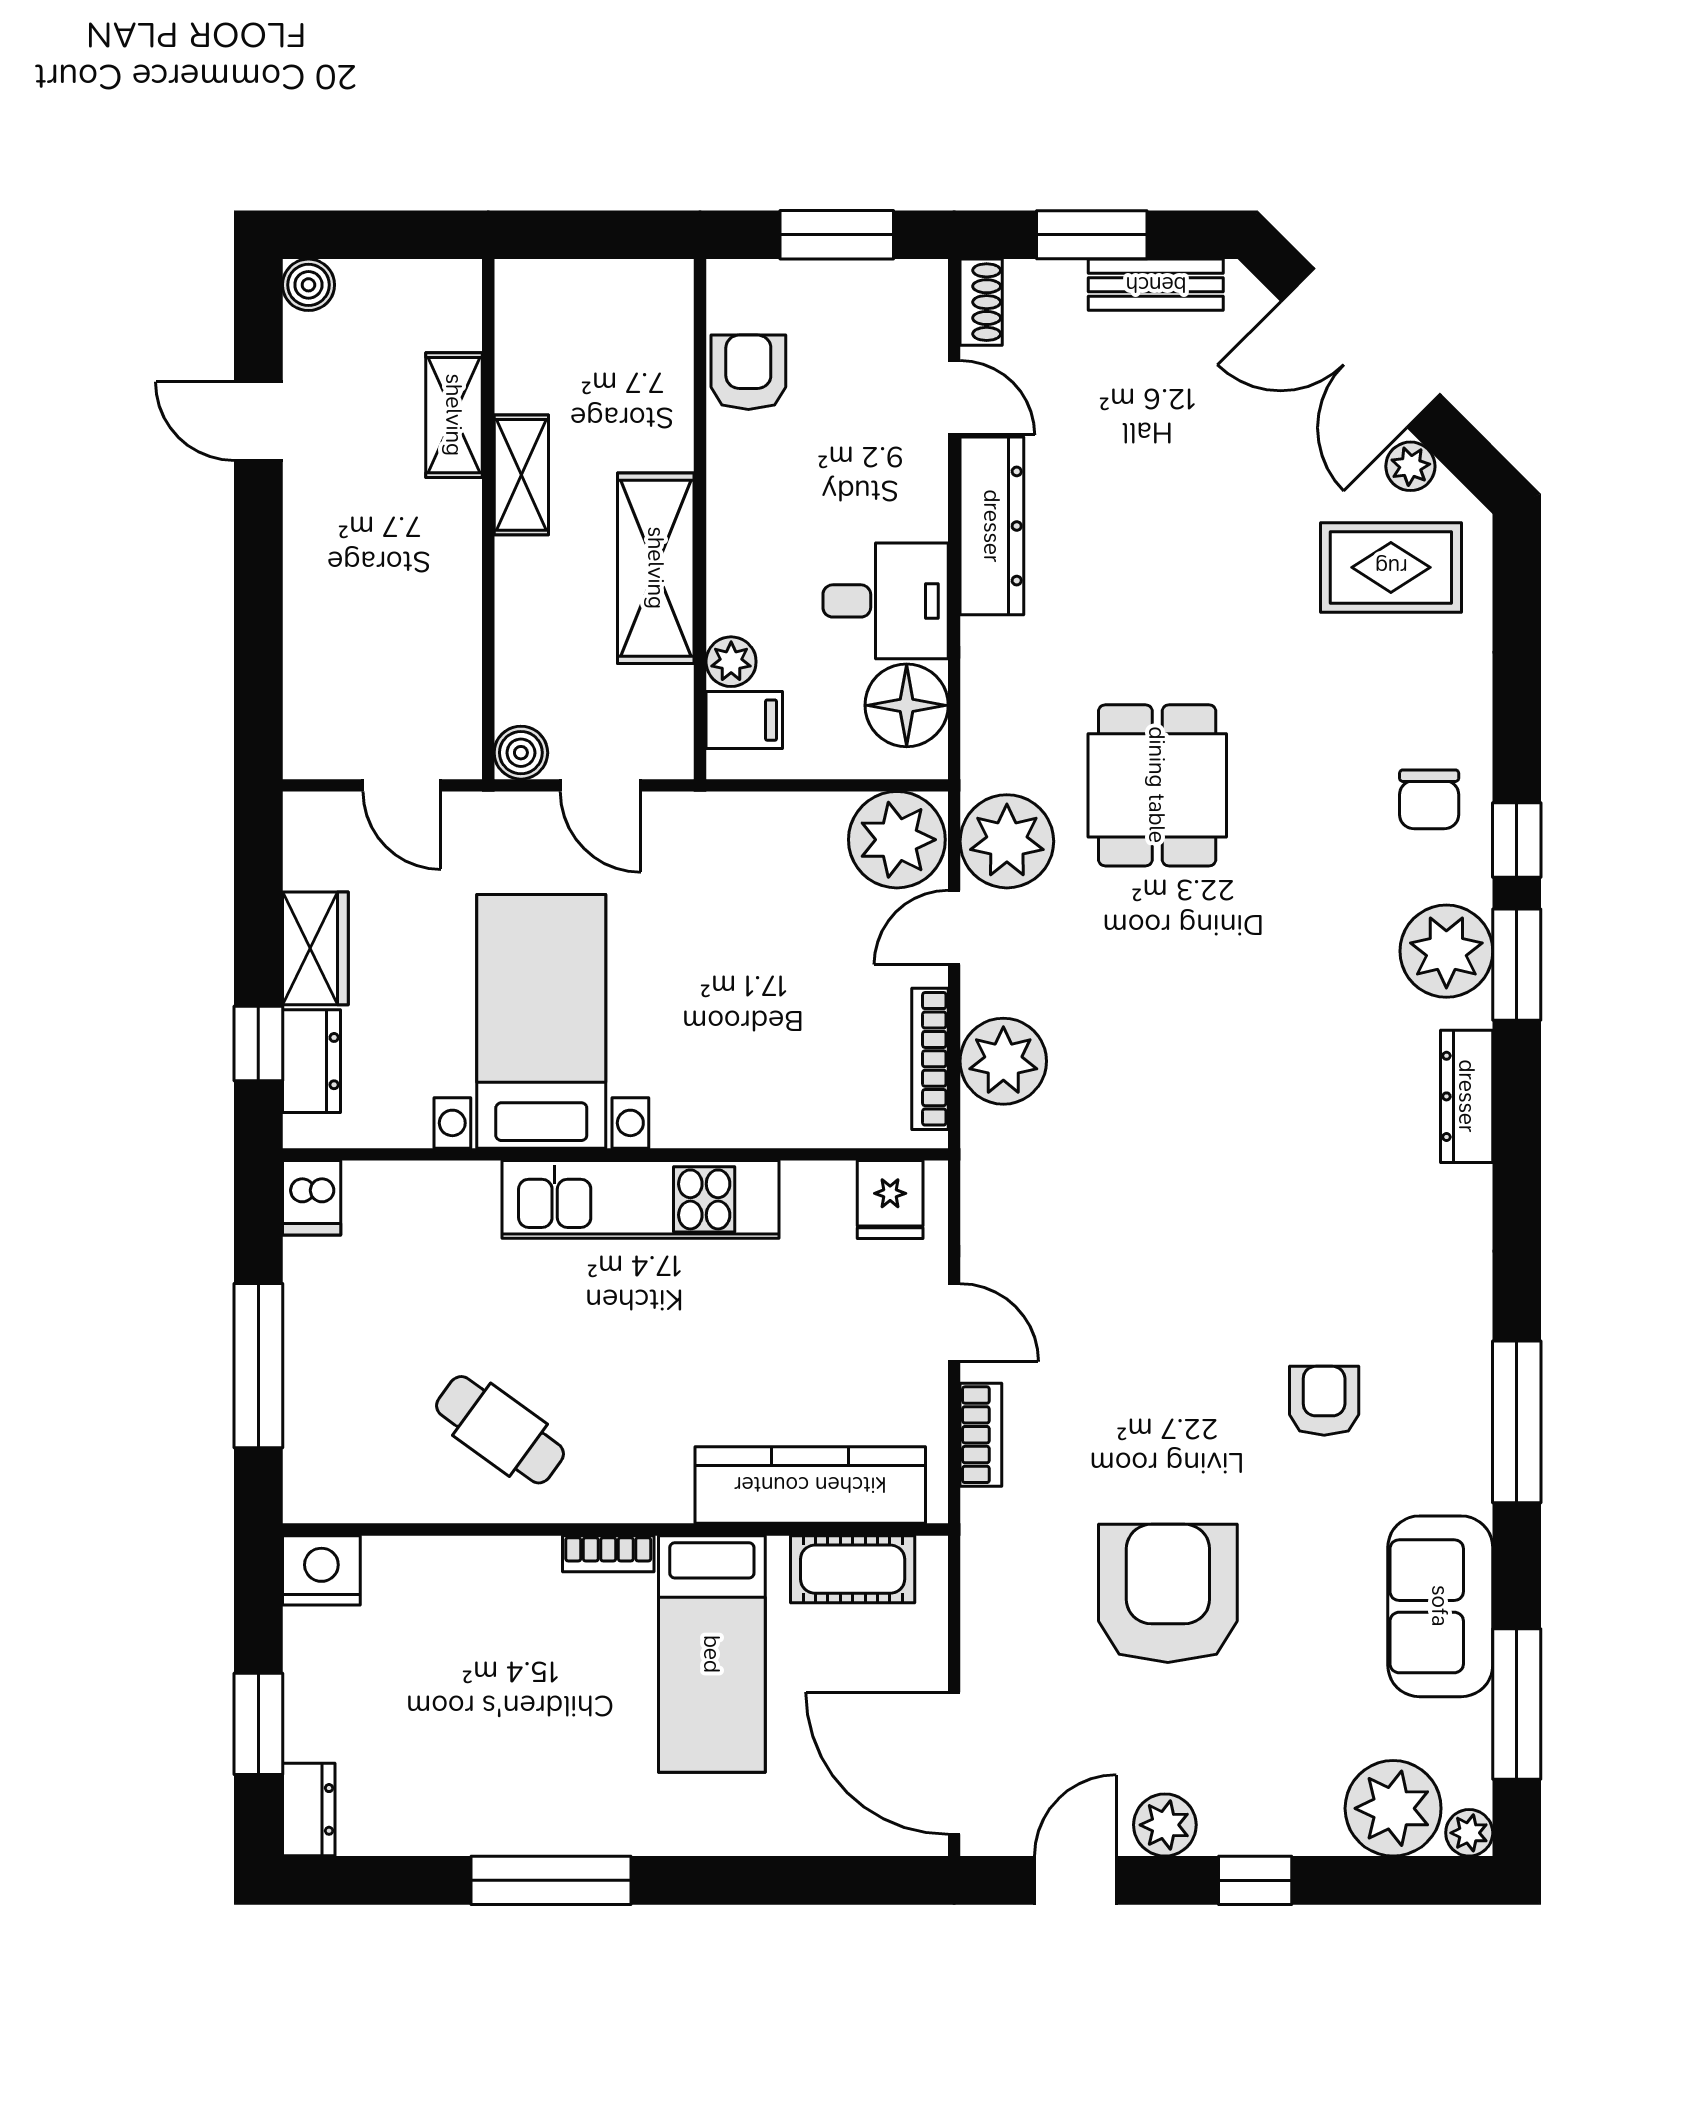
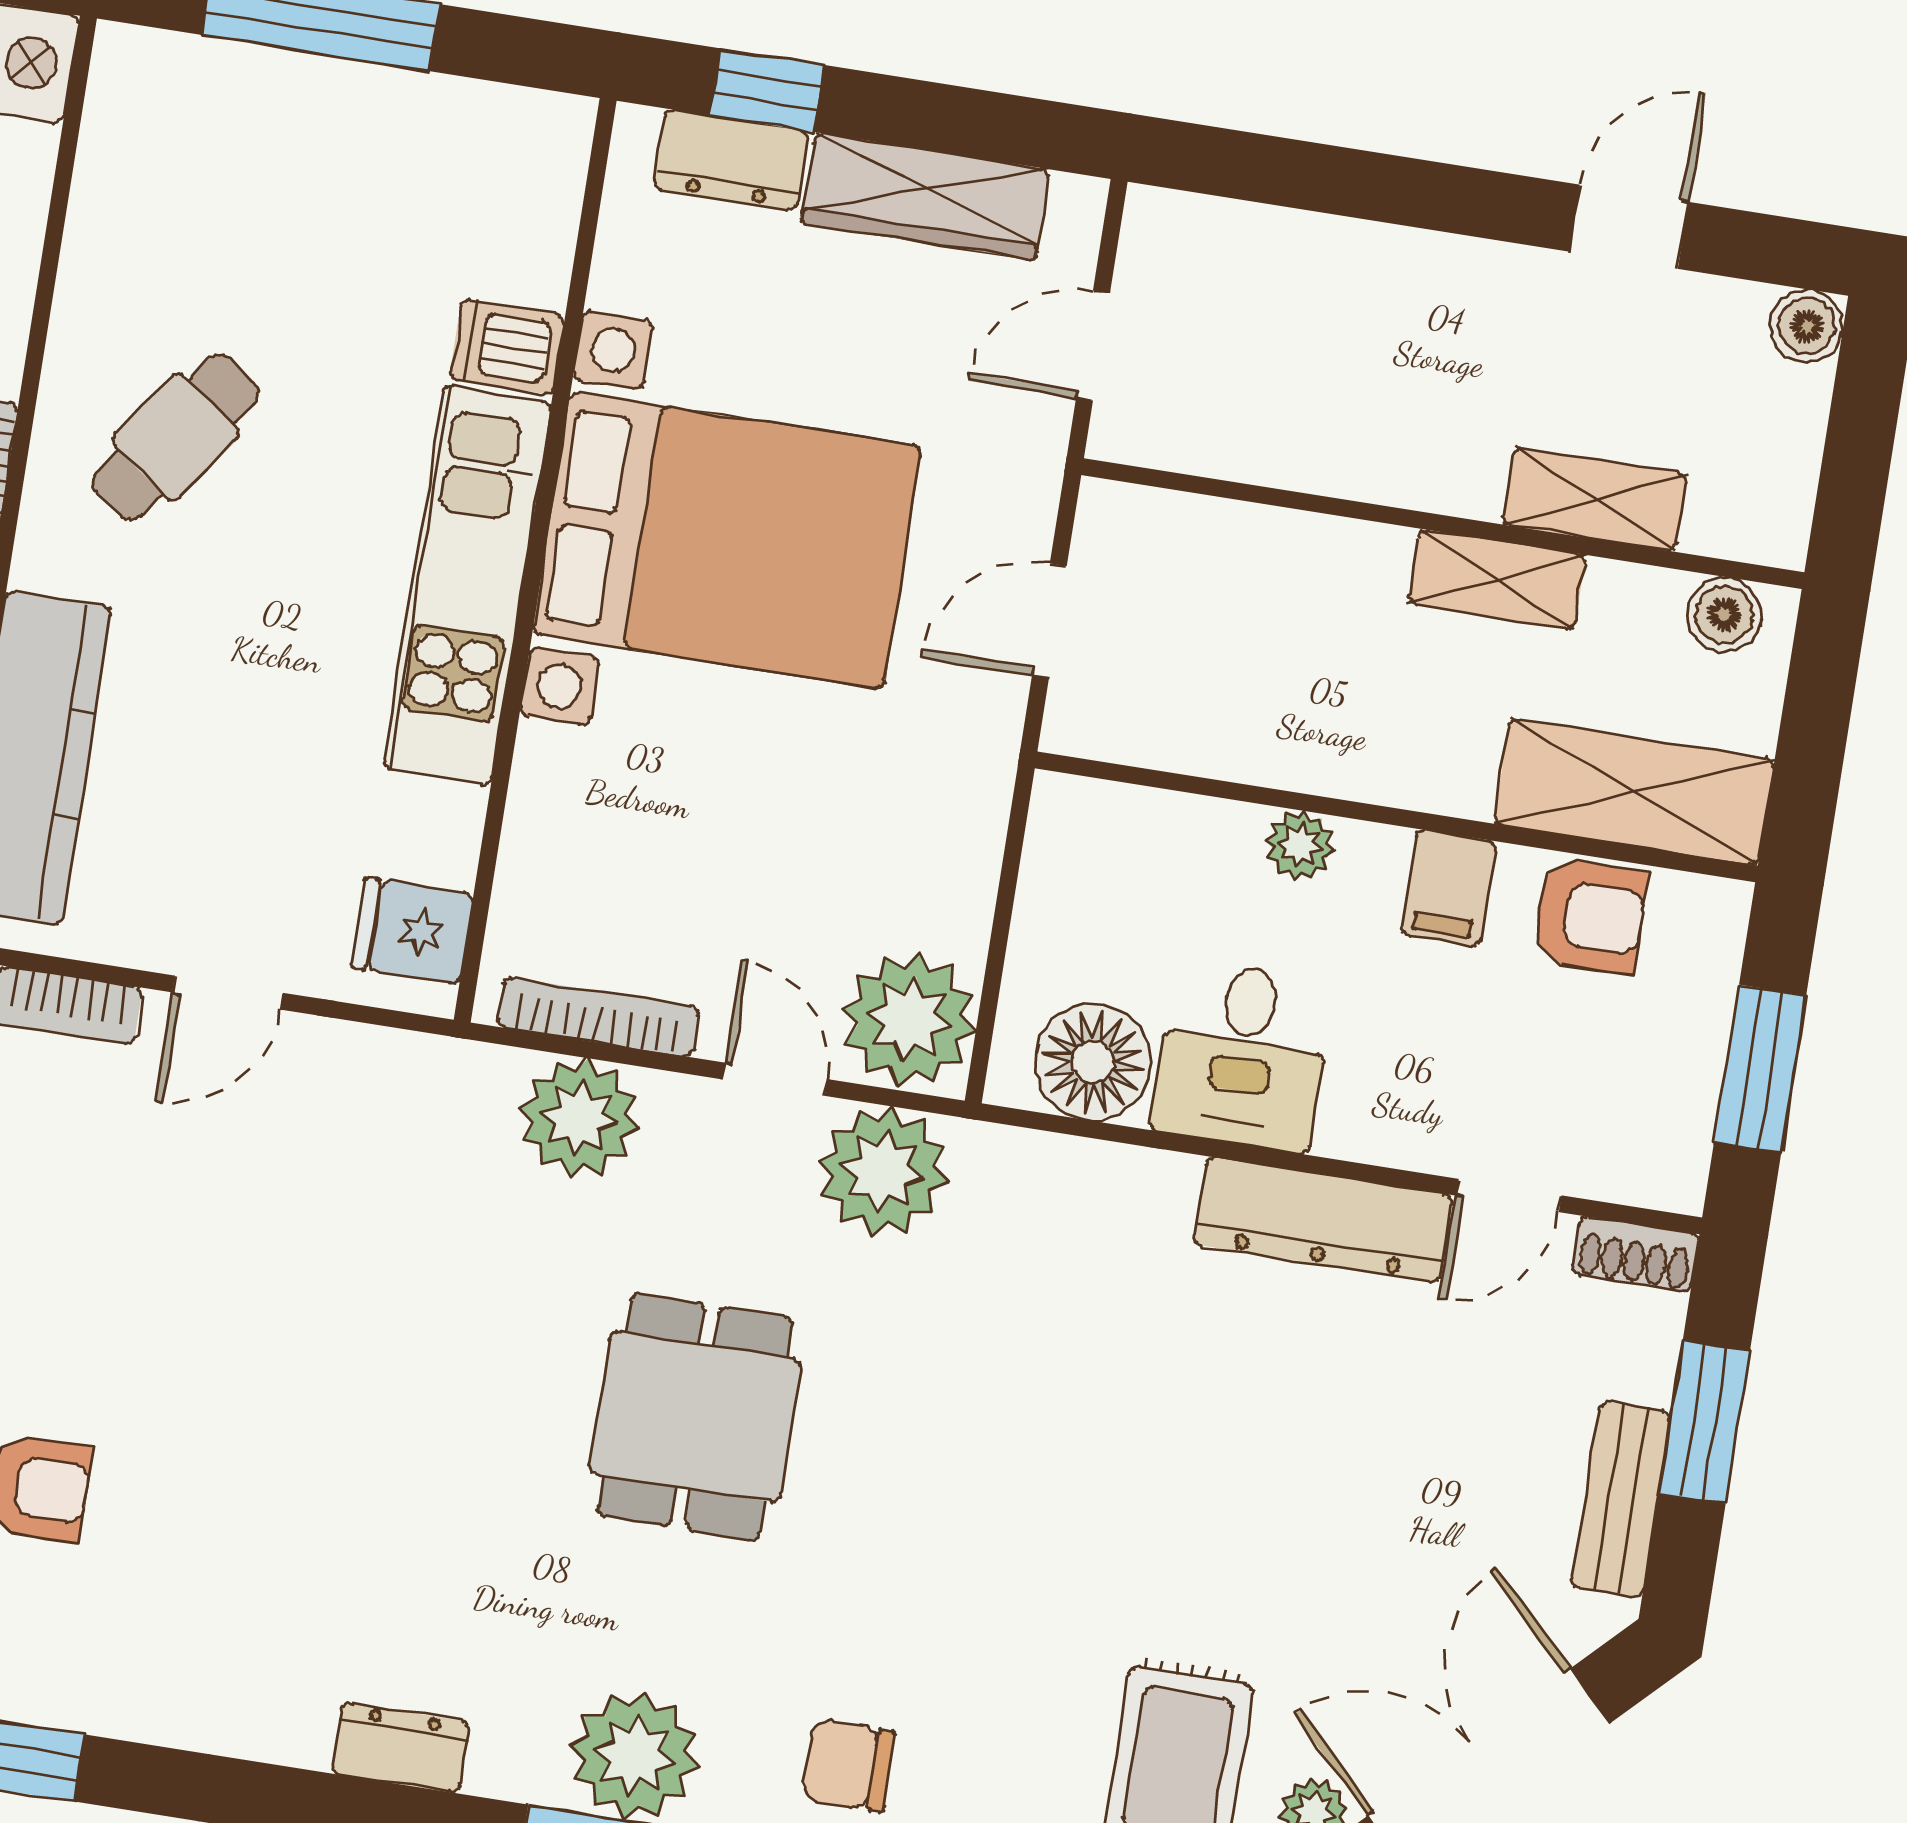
shelving: (656, 568) -> (1634, 792), moved
plant: (731, 662) -> (1300, 846), moved
filing cabinet: (744, 720) -> (1448, 888), moved
boiler: (521, 753) -> (1724, 615), moved
dining table: (1157, 785) -> (695, 1417), moved, turned 90
wardrobe: (315, 948) -> (925, 196), width x1.50
bed with nightstands: (541, 1021) -> (727, 540), width x1.36
dresser: (1467, 1096) -> (401, 1748), width x0.70
dishwasher: (312, 1198) -> (507, 347), moved
cafe table: (500, 1430) -> (175, 437), moved

